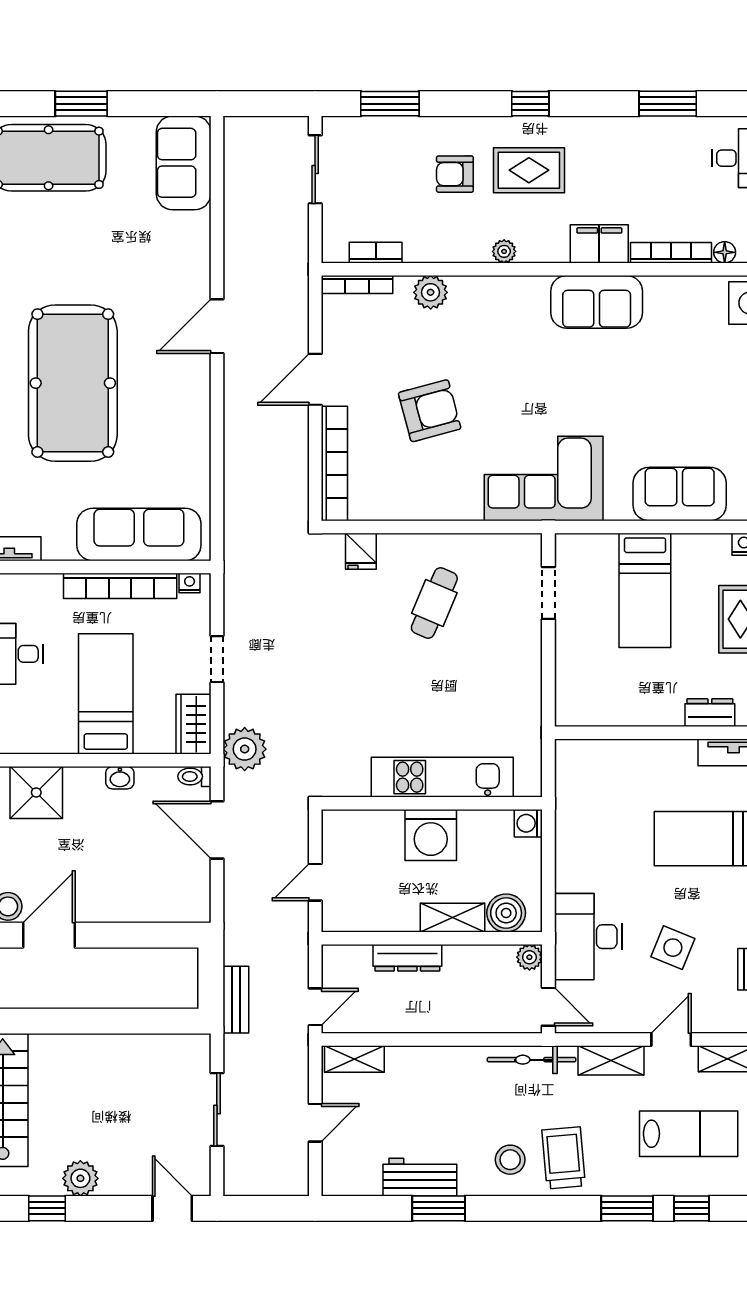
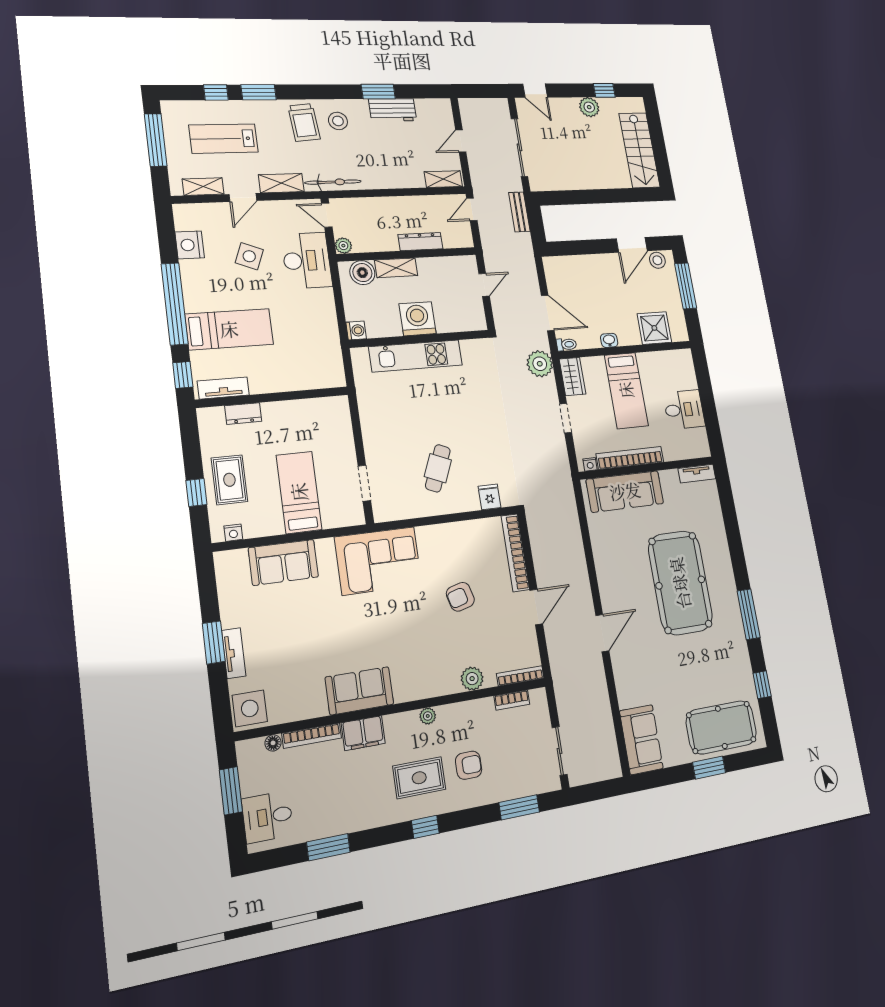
armchair: (430, 411) -> (460, 597), width x0.72, depth x0.72
sliding door: (217, 1110) -> (519, 147), width x1.37

